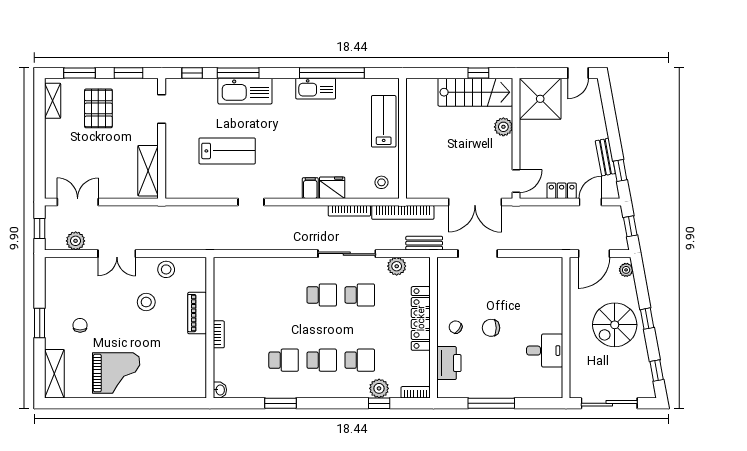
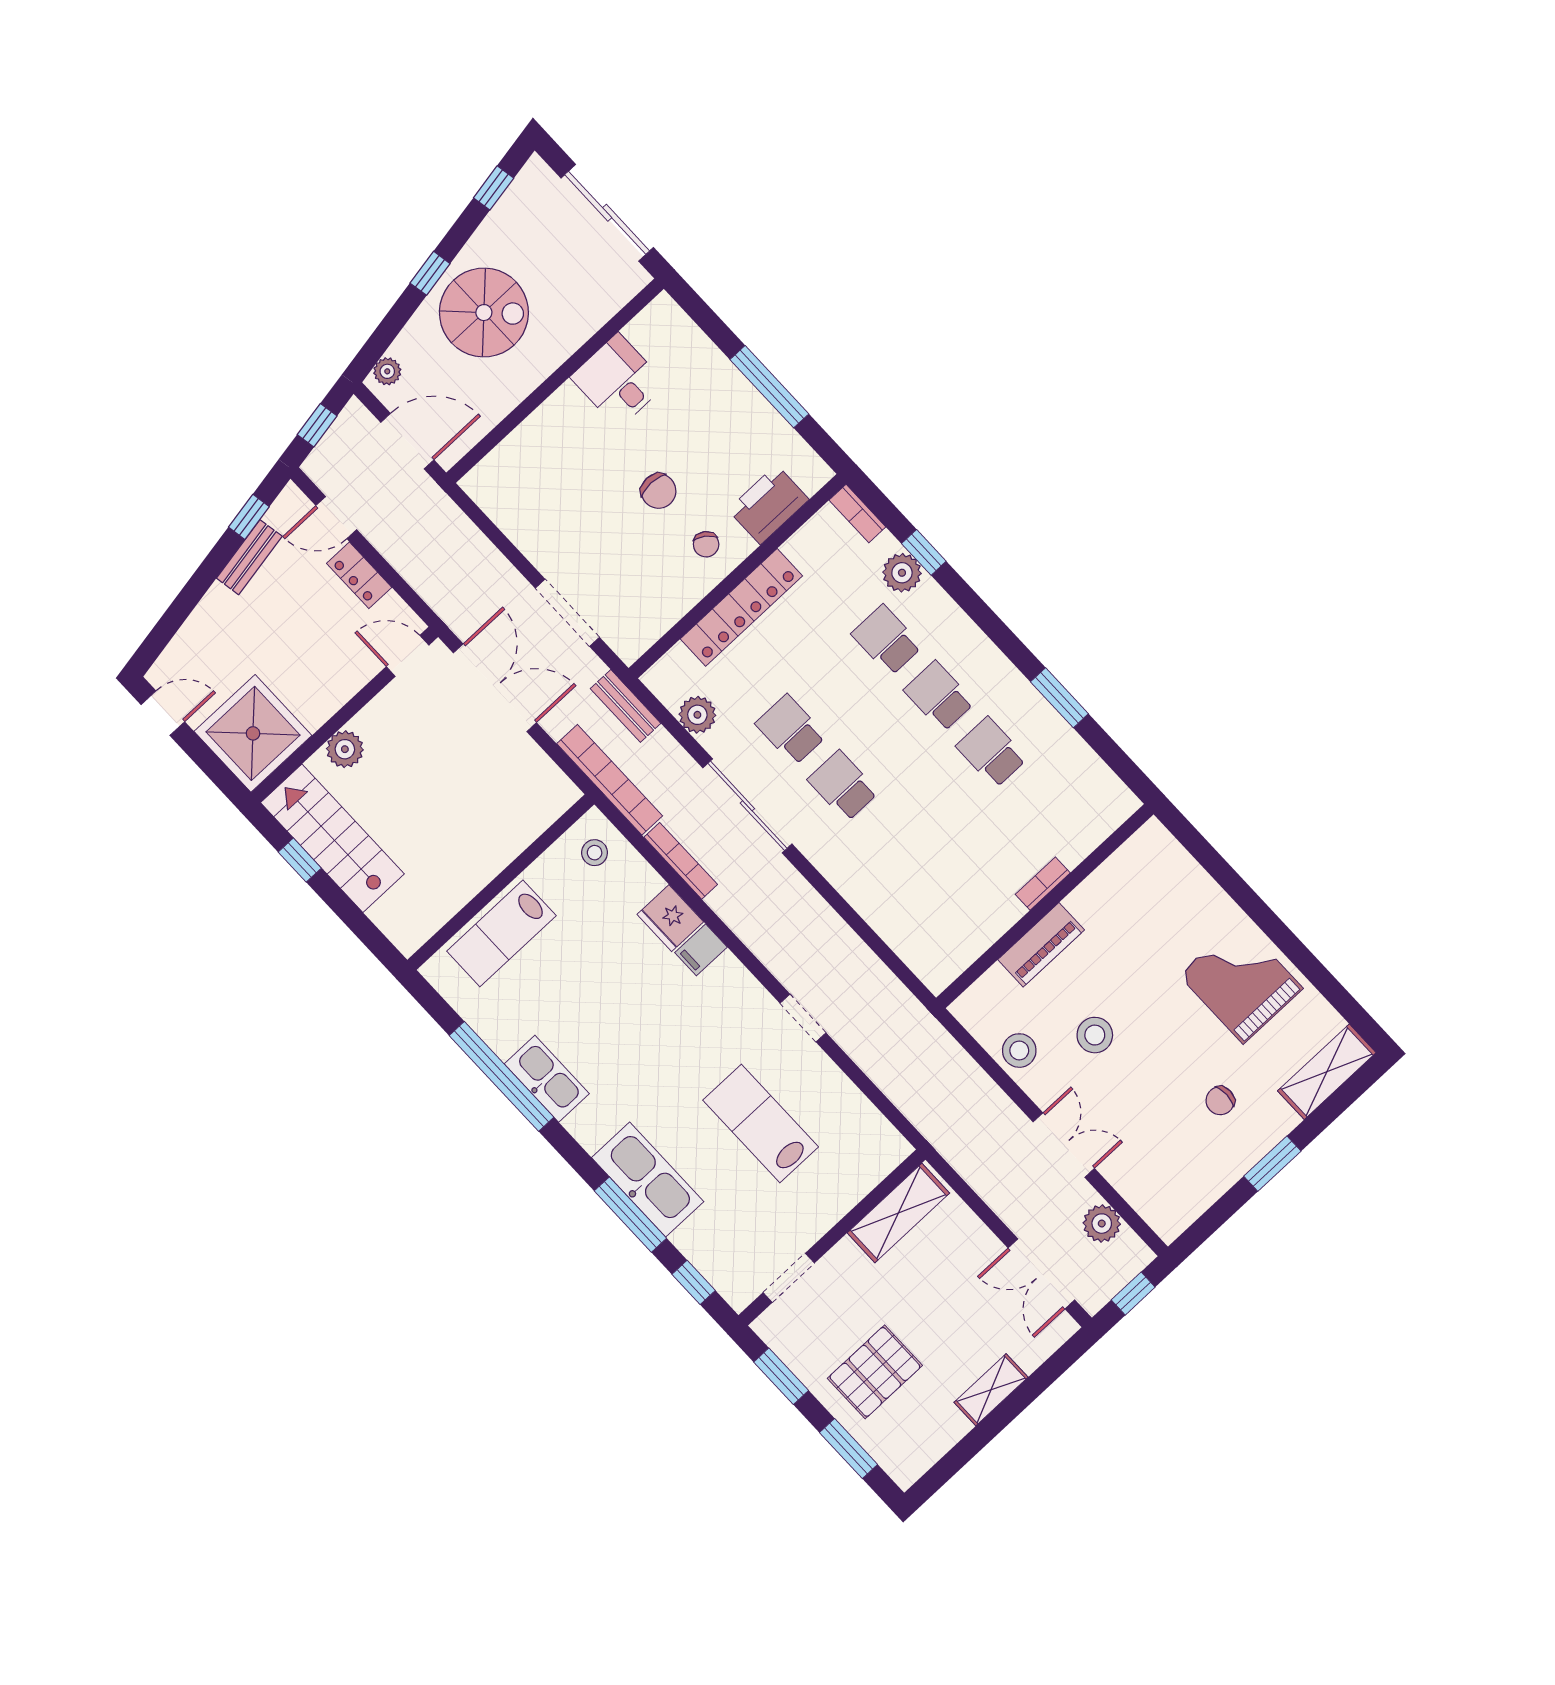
shelving: (53, 101) -> (991, 1390), moved
washbasin: (220, 390) -> (1123, 805), removed

